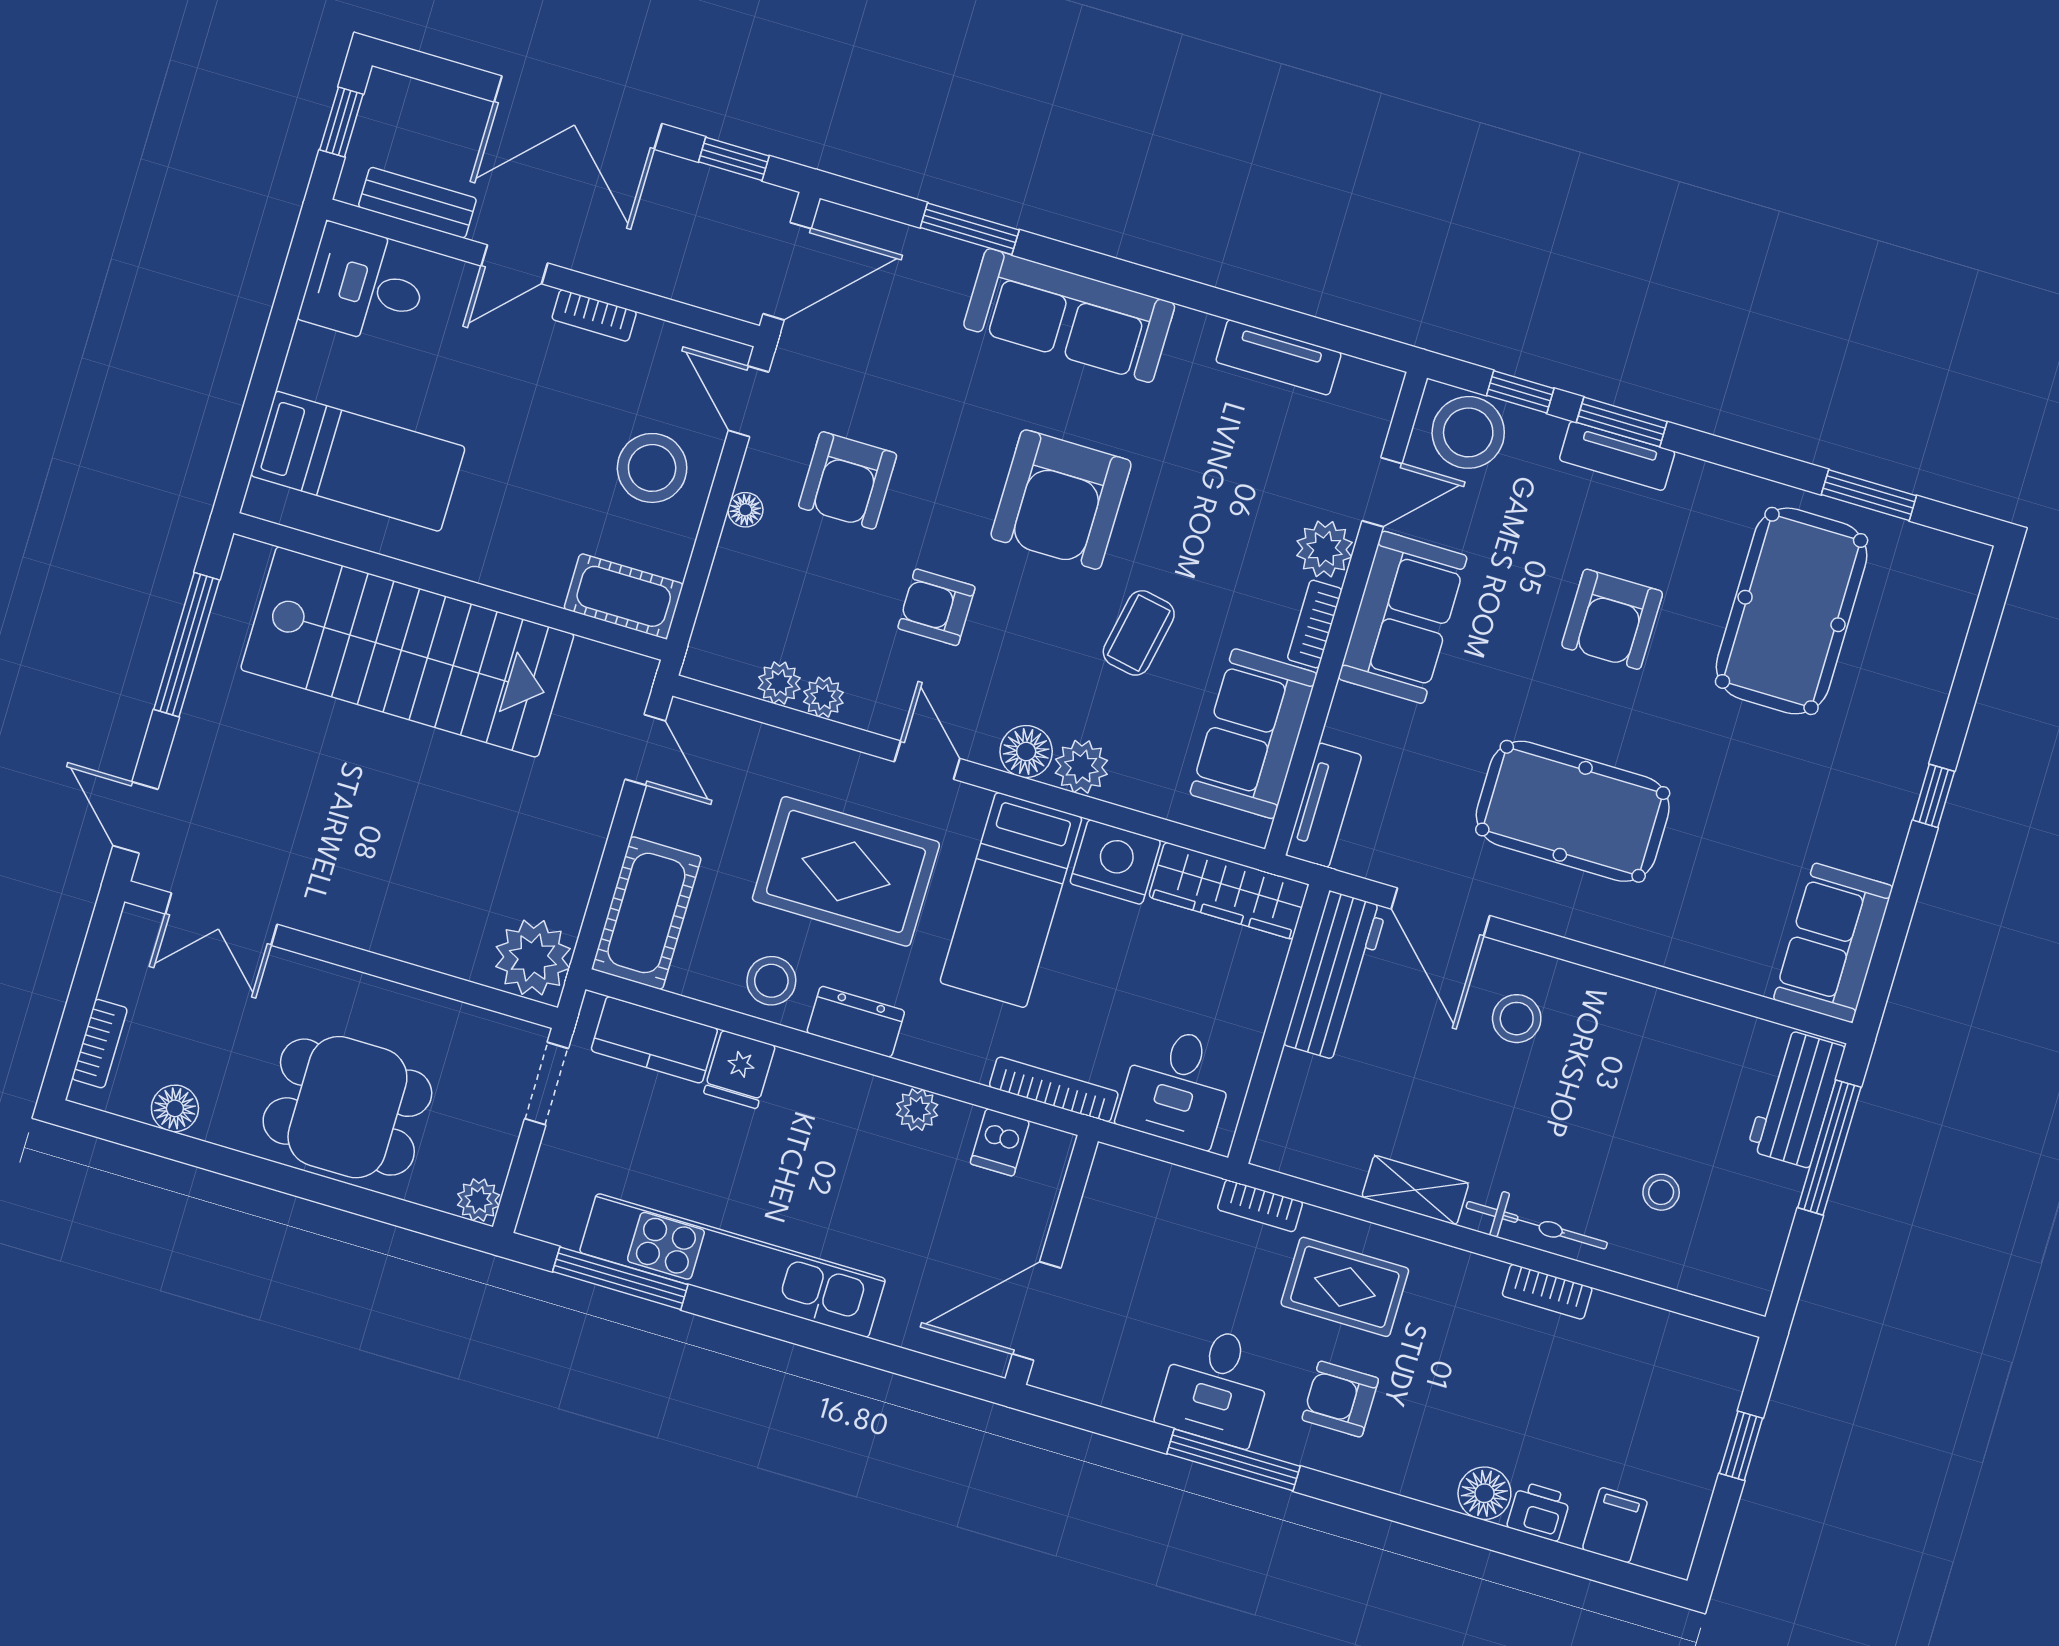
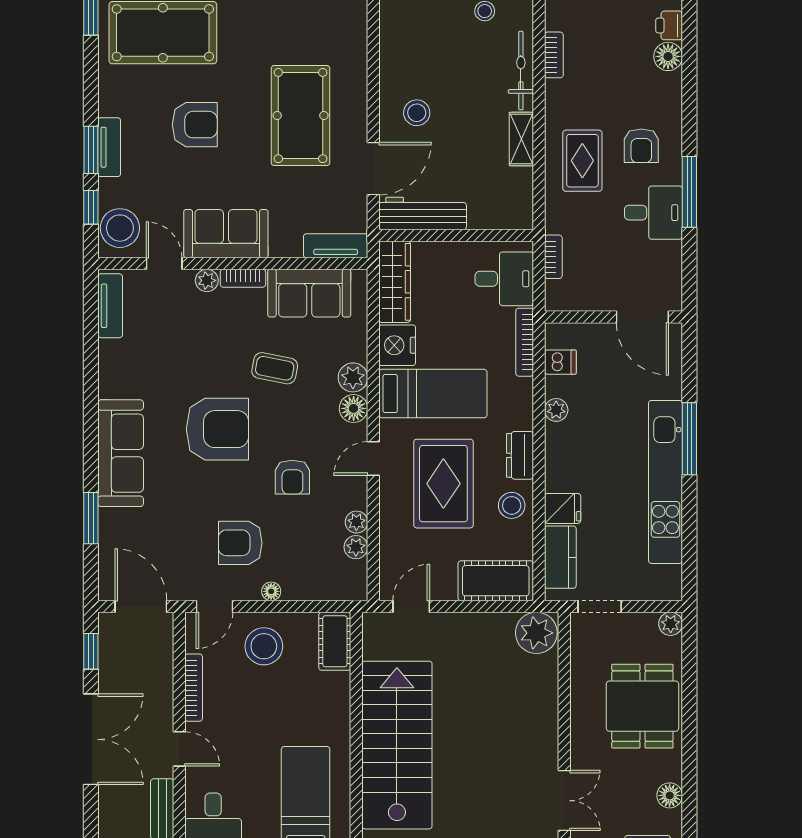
bookcase: (594, 316) -> (194, 688), width x1.56
tv unit: (1279, 357) -> (110, 306), moved
armchair: (848, 480) -> (240, 543), turned 180
plant: (1324, 549) -> (207, 280), width x0.73, depth x0.73
bookcase: (1260, 1206) -> (553, 257), moved
window: (620, 1278) -> (689, 439), moved

